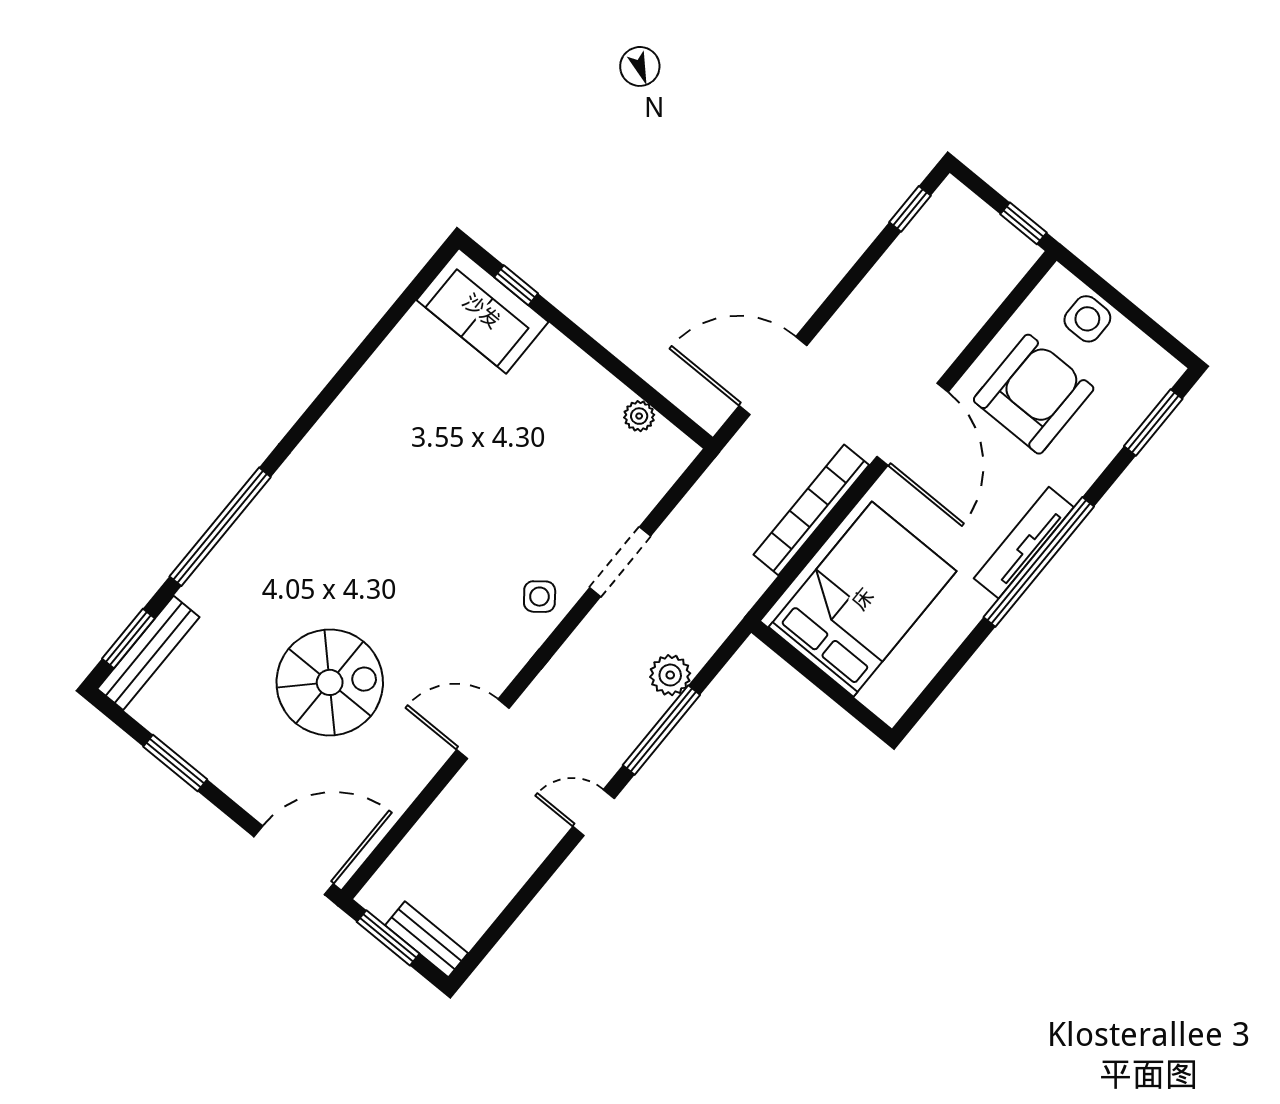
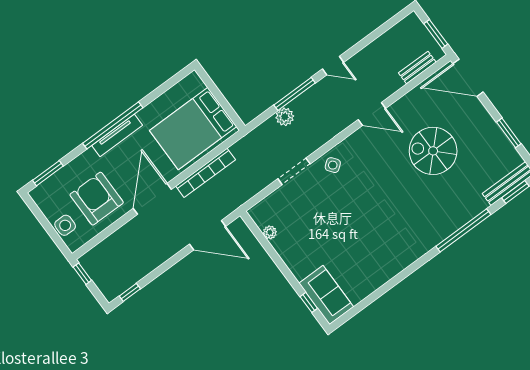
armchair: (1034, 394) -> (97, 199), turned 90
bench: (427, 939) -> (417, 67), moved, turned 90

